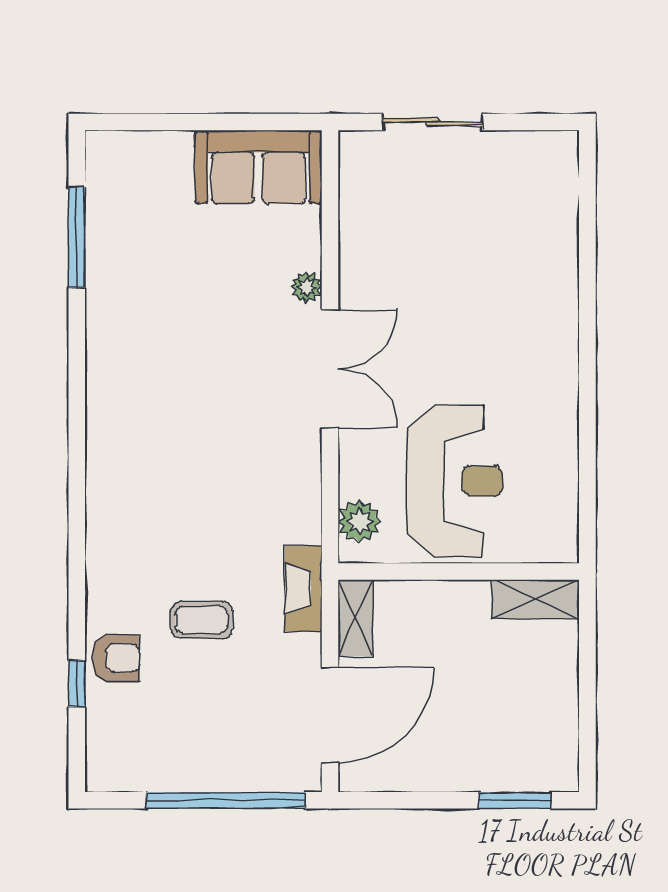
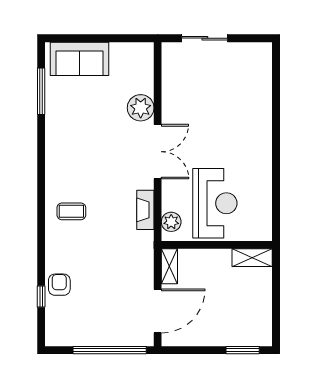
sofa: (258, 167) -> (80, 59), moved
plant: (306, 287) -> (141, 108), width x1.88, depth x1.88
fireplace: (303, 588) -> (145, 210), moved
coffee table: (202, 620) -> (71, 211), moved
armchair: (116, 658) -> (59, 285), turned -90

